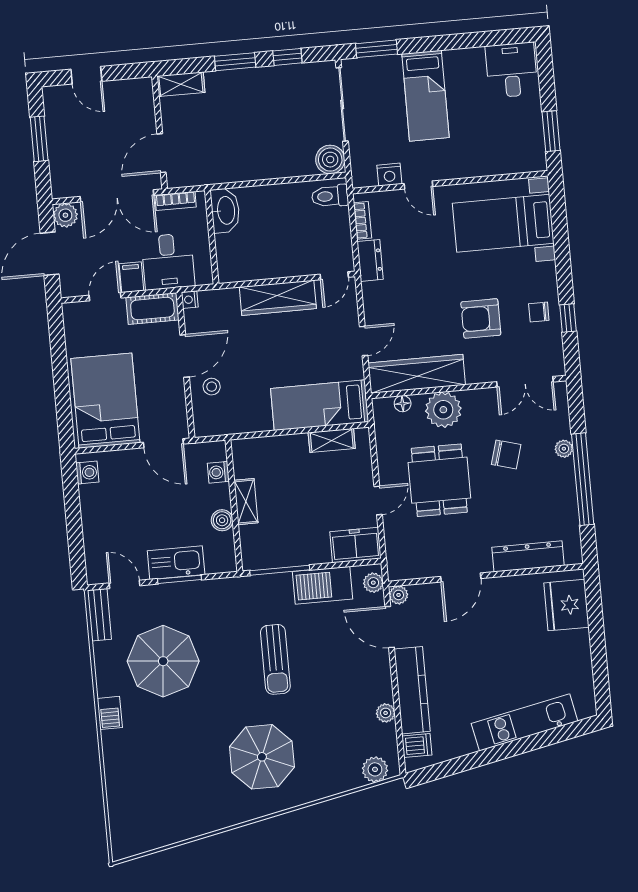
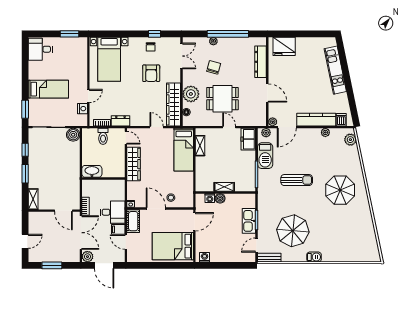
toilet: (330, 196) -> (103, 136), moved
washbasin: (225, 210) -> (92, 171), moved
wall: (212, 237) -> (103, 179), moved
boiler: (222, 520) -> (220, 198), moved

